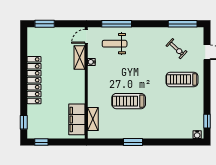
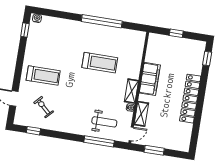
window: (45, 24) -> (154, 150), moved
window: (183, 24) -> (33, 131), width x0.46
filing cabinet: (77, 119) -> (150, 79), moved
shelving: (93, 119) -> (131, 91), moved
window: (41, 142) -> (176, 33), moved
window: (133, 142) -> (102, 21), width x2.11

